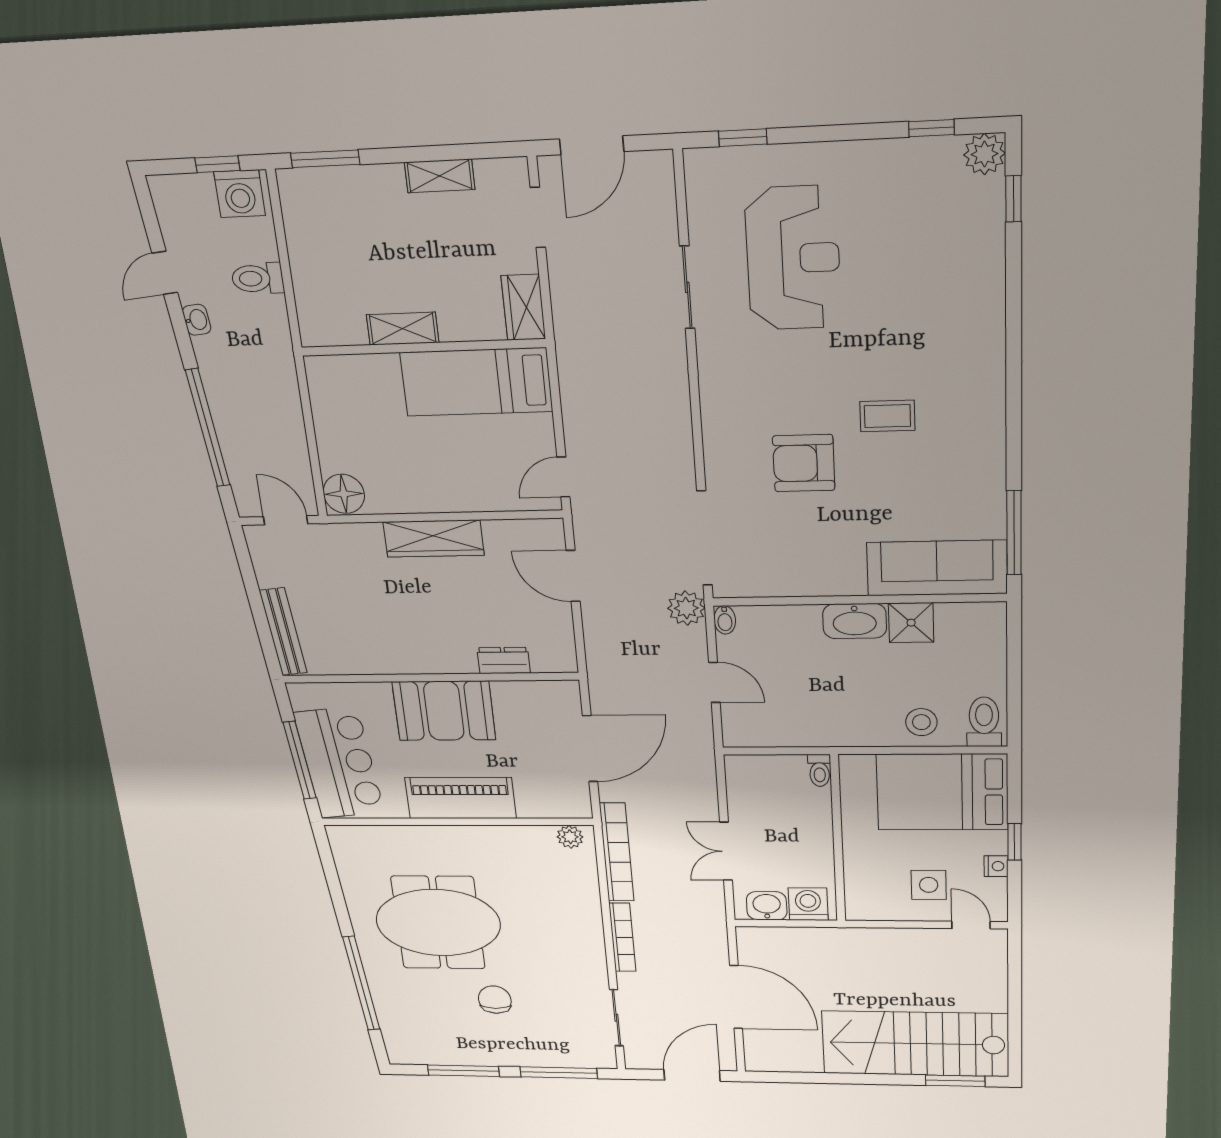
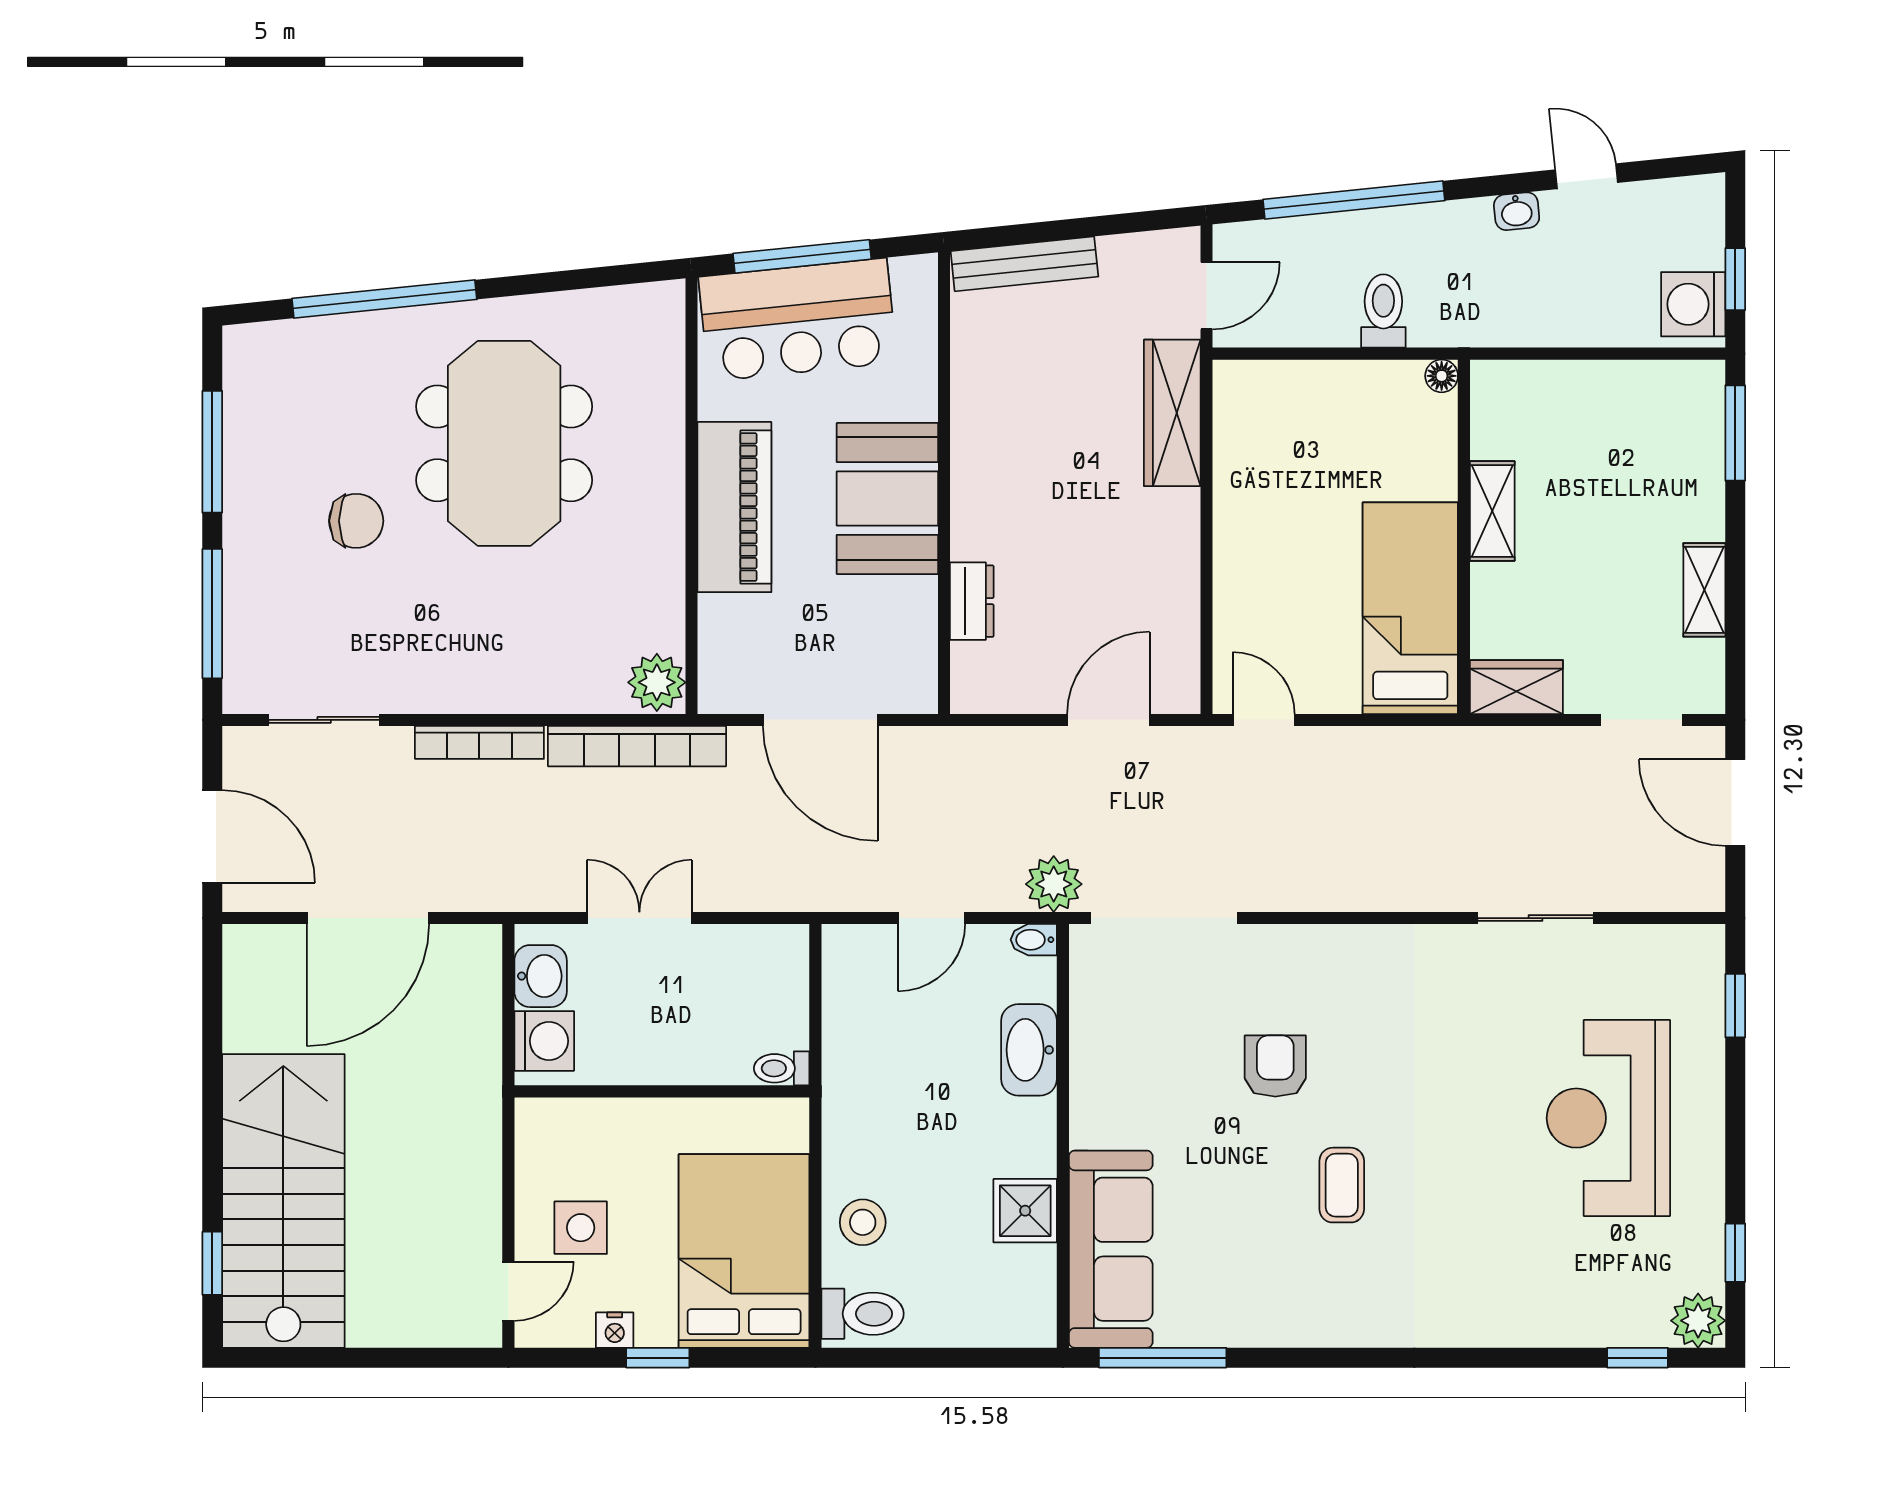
reception desk: (793, 258) -> (1608, 1118), moved, turned 90
toilet: (258, 278) -> (1383, 311), moved
armchair: (804, 463) -> (1275, 1066), width x0.72, depth x0.72
floor lamp: (344, 494) -> (1442, 376), moved, width x0.53, depth x0.53
wardrobe: (434, 539) -> (1172, 413), moved
washbasin: (855, 621) -> (1029, 1050), moved
plant: (570, 837) -> (657, 682), width x1.38, depth x1.38
window: (955, 1081) -> (212, 1263), width x0.67

